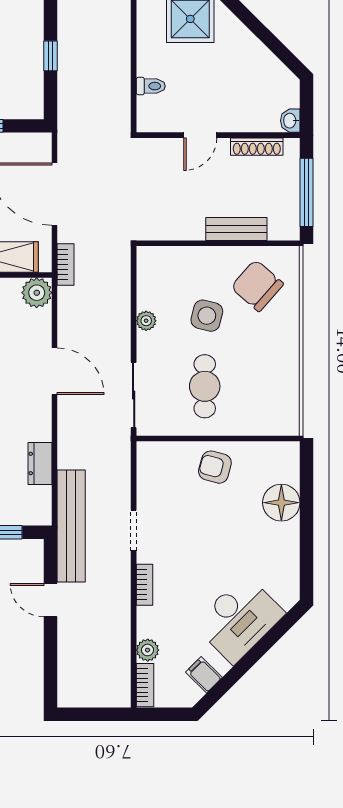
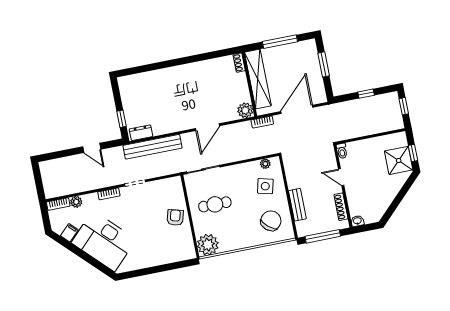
toilet: (151, 86) -> (342, 151), moved
side table: (207, 316) -> (265, 186), moved
plant: (146, 321) -> (265, 164), moved
plant: (279, 415) -> (208, 245), added
dresser: (40, 463) -> (141, 133), moved
floor lamp: (281, 503) -> (164, 255), removed
bench: (71, 526) -> (152, 147), moved
door: (51, 600) -> (92, 148), swing flipped
desk: (239, 619) -> (104, 241), width x1.36, depth x1.30

